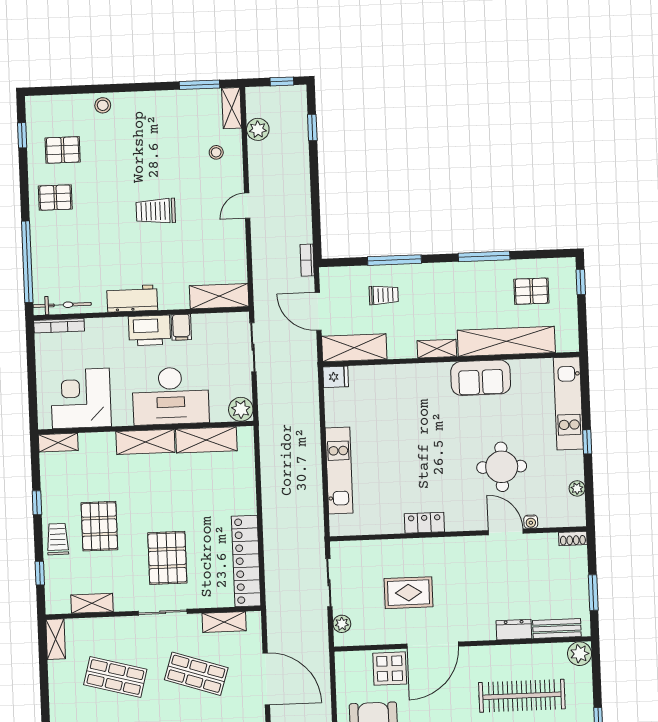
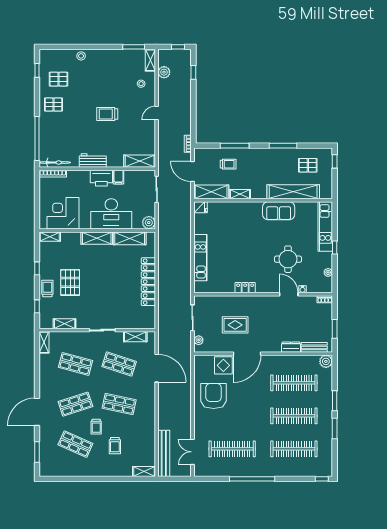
shelving: (437, 349) -> (240, 194), moved
pallet: (167, 558) -> (106, 301), removed
locker: (246, 561) -> (148, 282), moved

